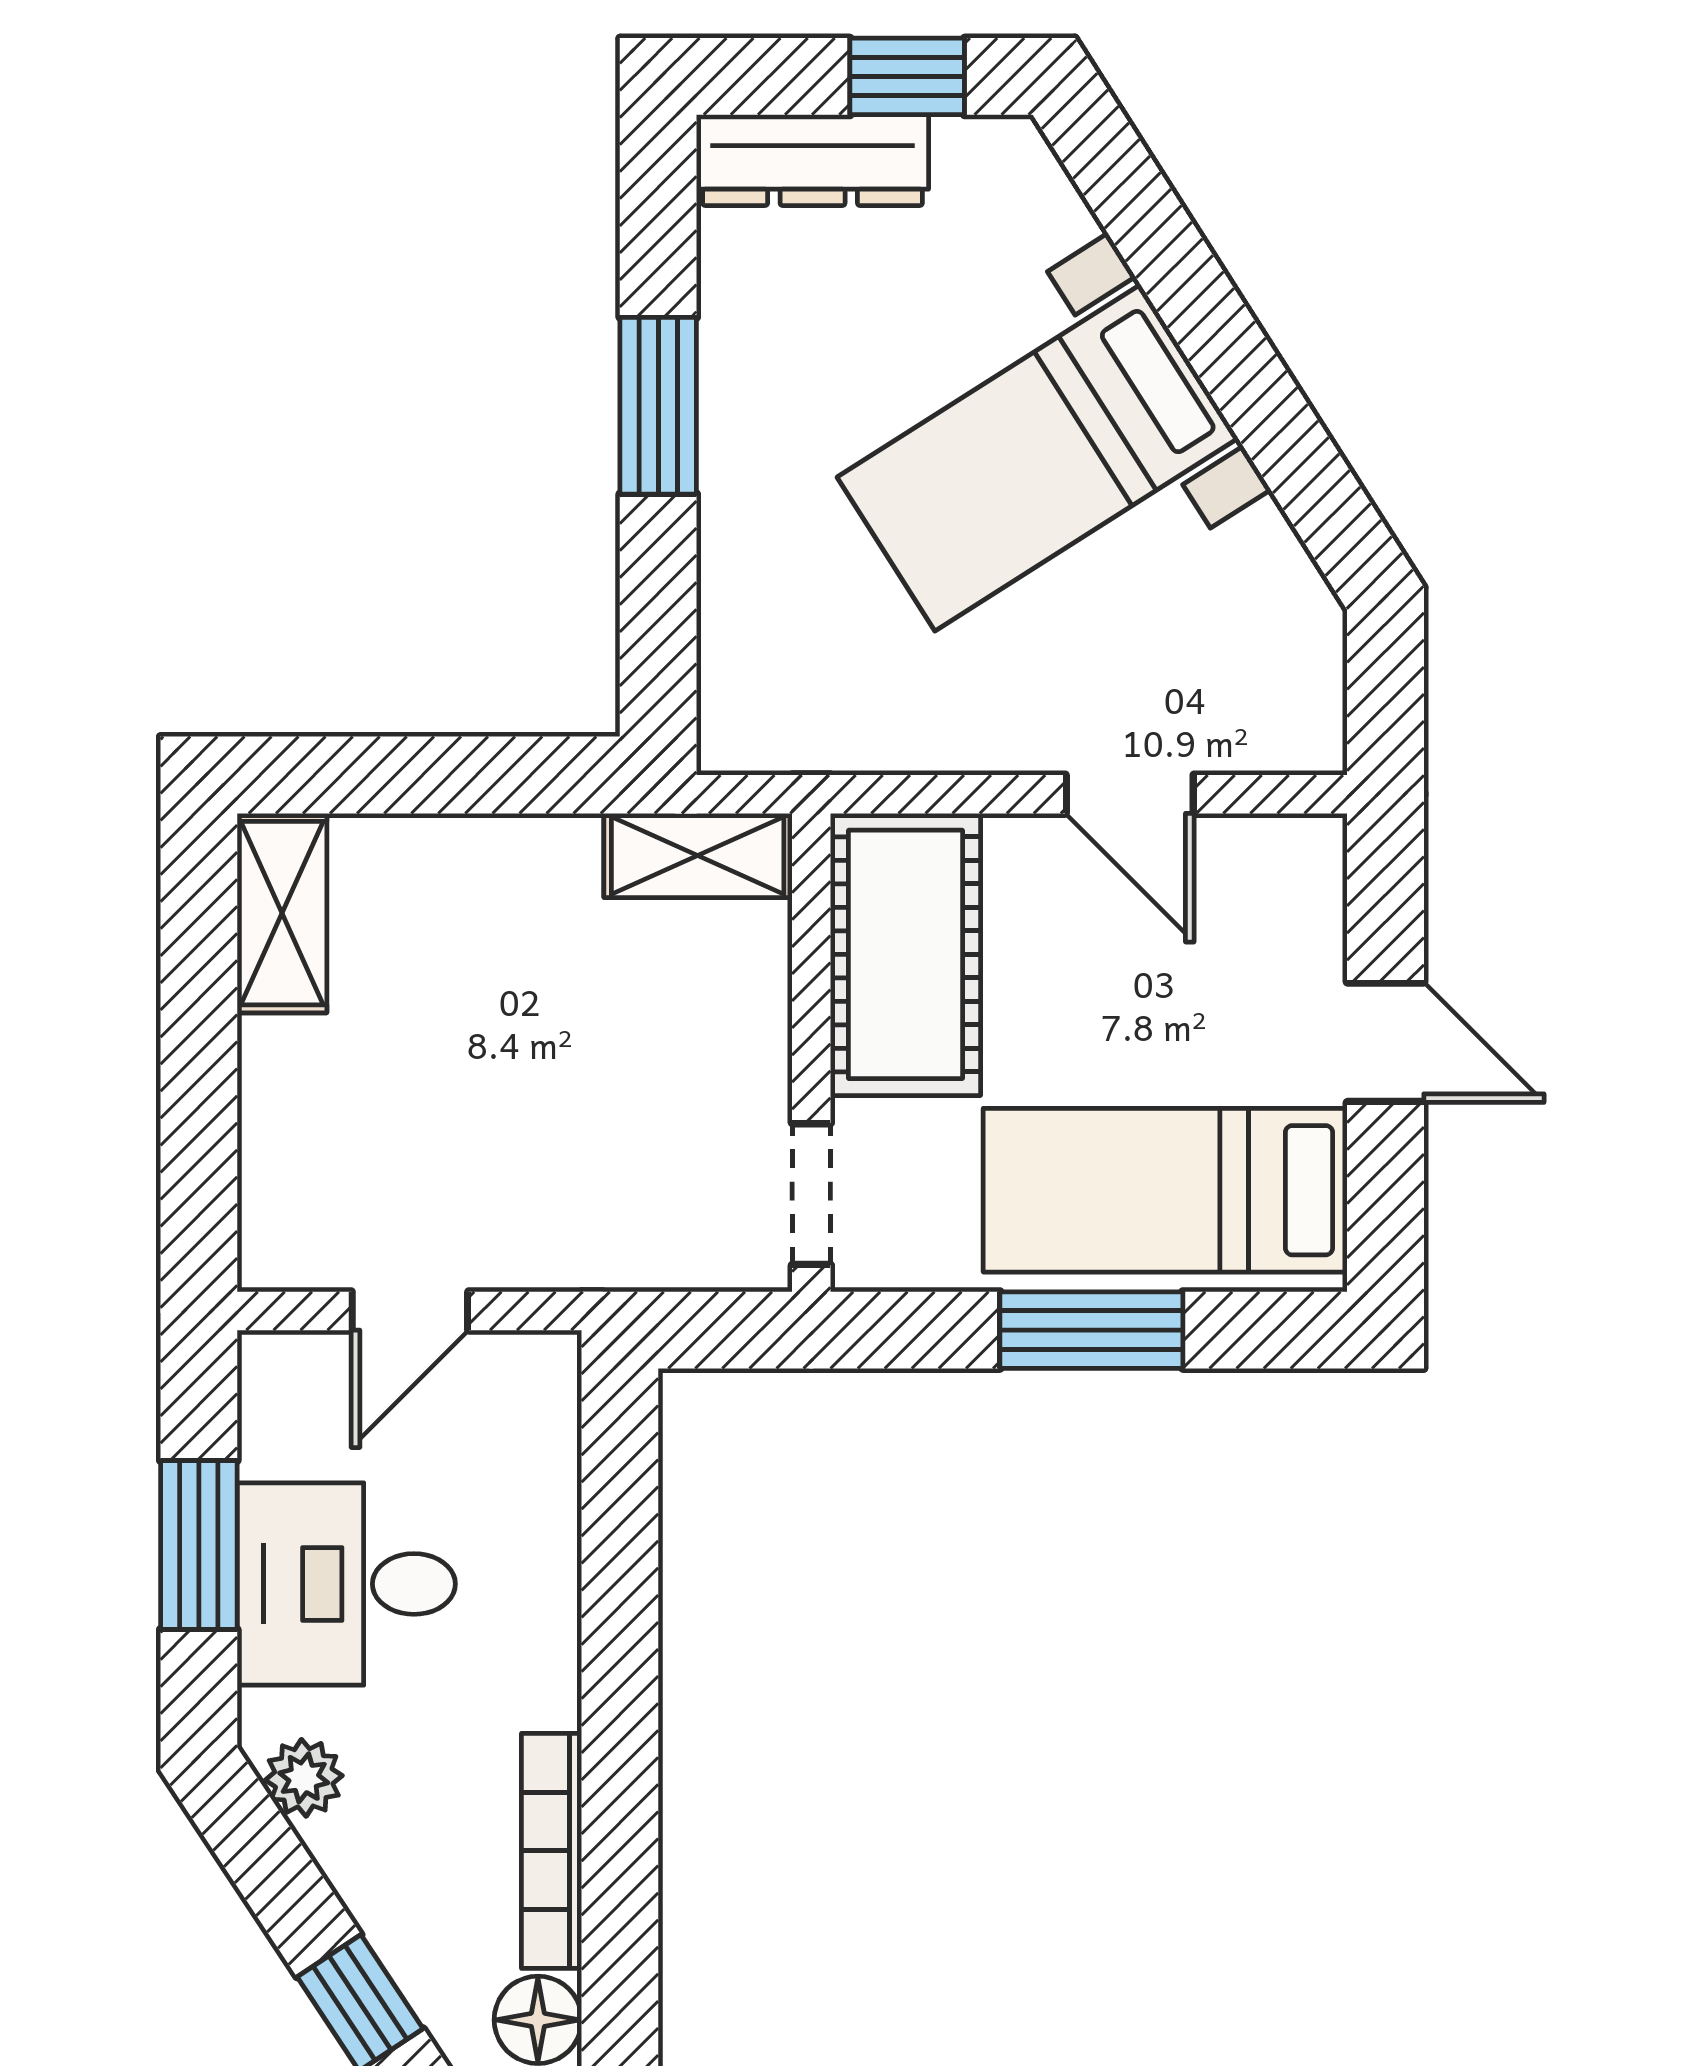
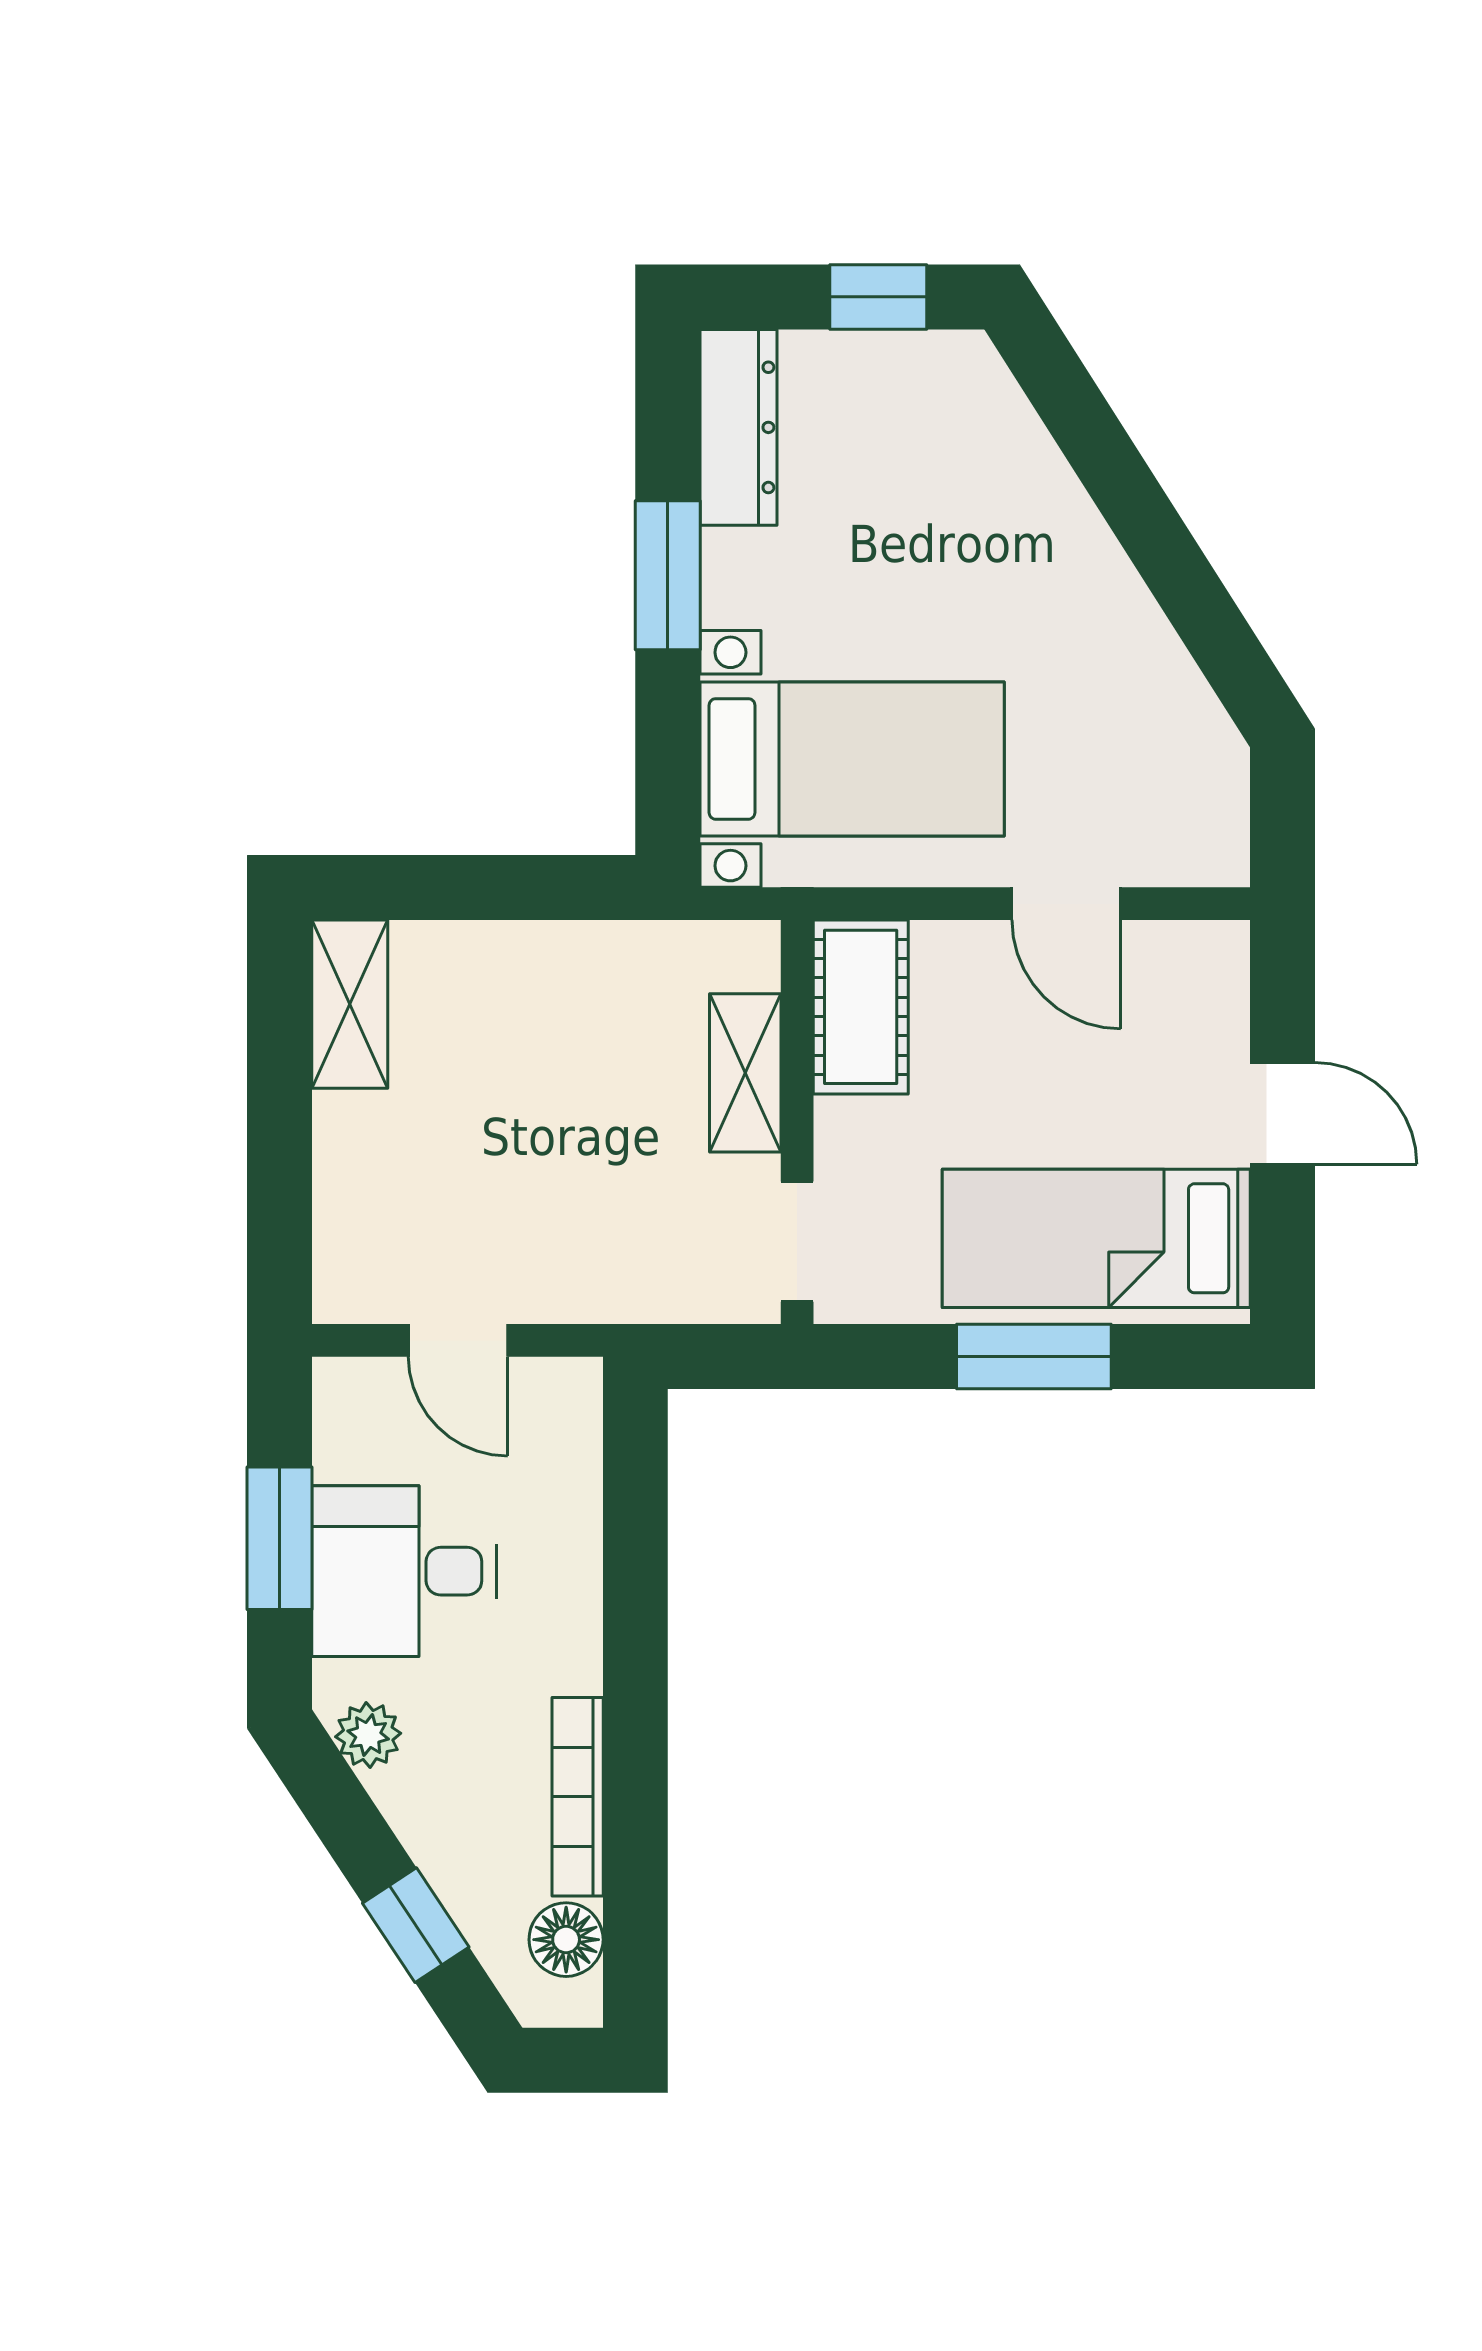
dresser: (813, 160) -> (738, 427), moved, turned -90
bed with nightstands: (1038, 458) -> (852, 759), moved, turned -148
shelving: (698, 855) -> (745, 1073), moved, turned 90
cot: (905, 954) -> (861, 1007), width x0.73, depth x0.75
door: (410, 1311) -> (458, 1340), hinge flipped

